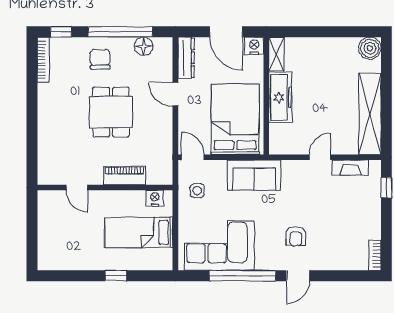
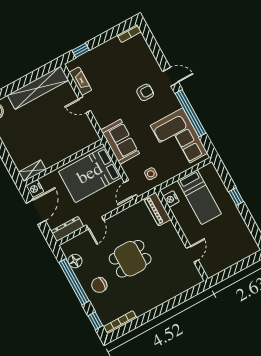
freezer: (280, 98) -> (59, 152), removed
piano: (125, 176) -> (157, 209), moved

